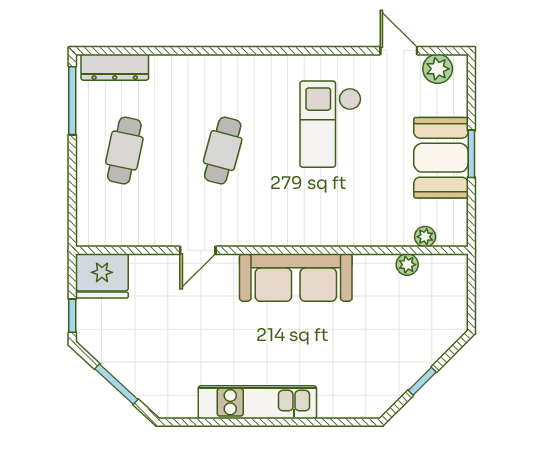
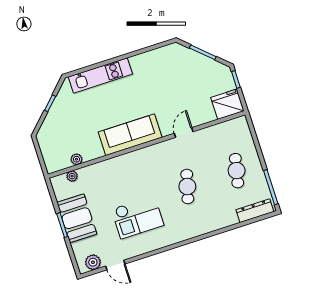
checkout: (330, 124) -> (138, 217), turned 90
kitchen unit: (257, 402) -> (100, 75), moved

